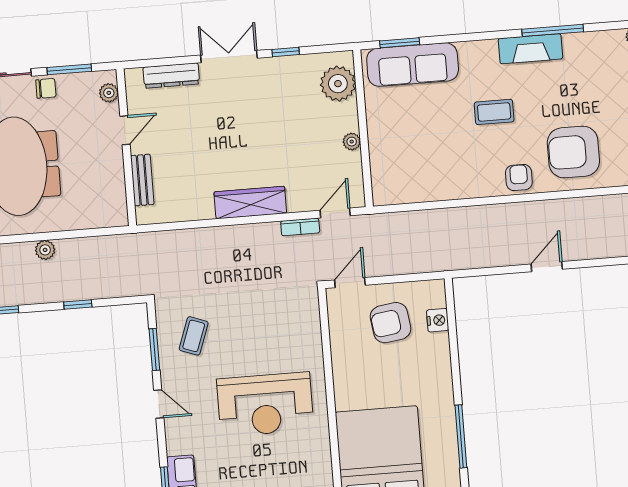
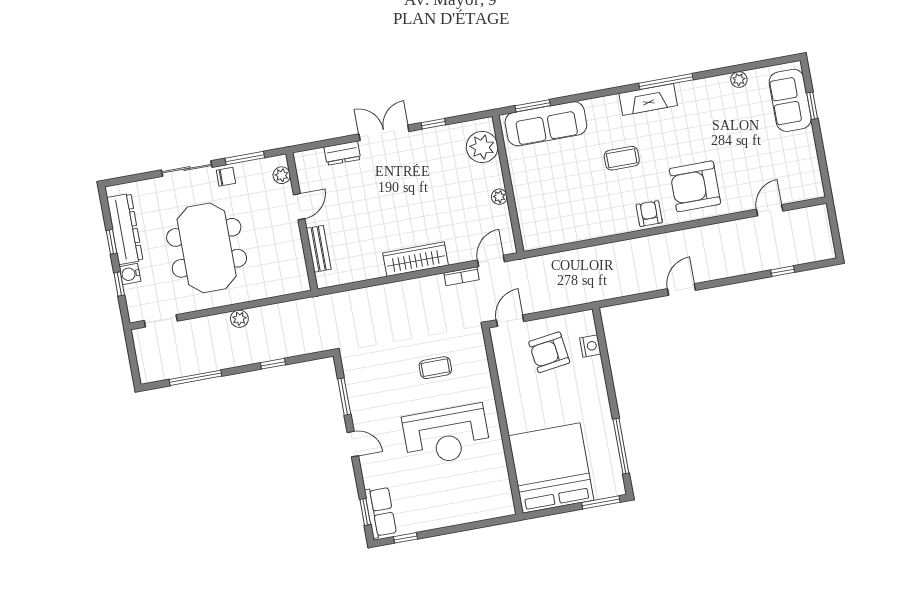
dresser: (171, 76) -> (342, 153), width x0.70
coffee table: (194, 336) -> (435, 368), moved, turned 70

